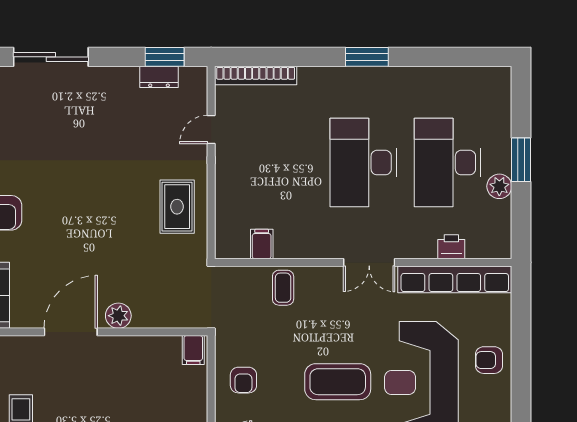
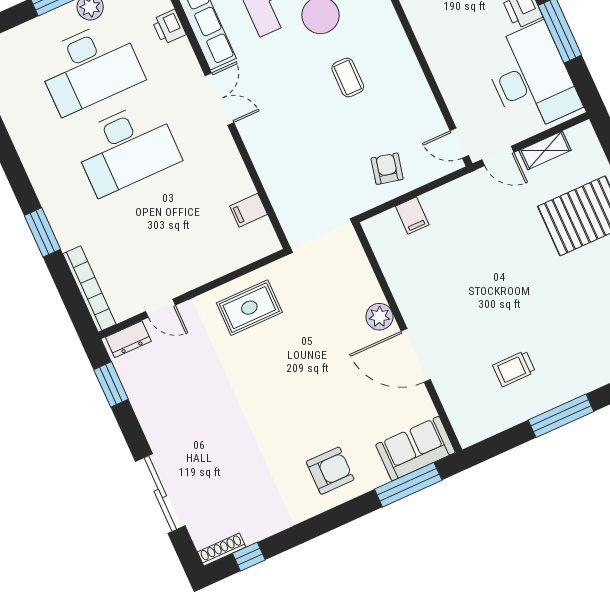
window: (367, 57) -> (42, 232), moved
dresser: (159, 77) -> (128, 339), moved, turned 90
coffee table: (283, 288) -> (281, 171), removed
filing cabinet: (193, 350) -> (412, 216), moved, turned 90
armchair: (243, 380) -> (387, 169), turned -77
coffee table: (338, 382) -> (348, 78), width x0.54, depth x0.58

